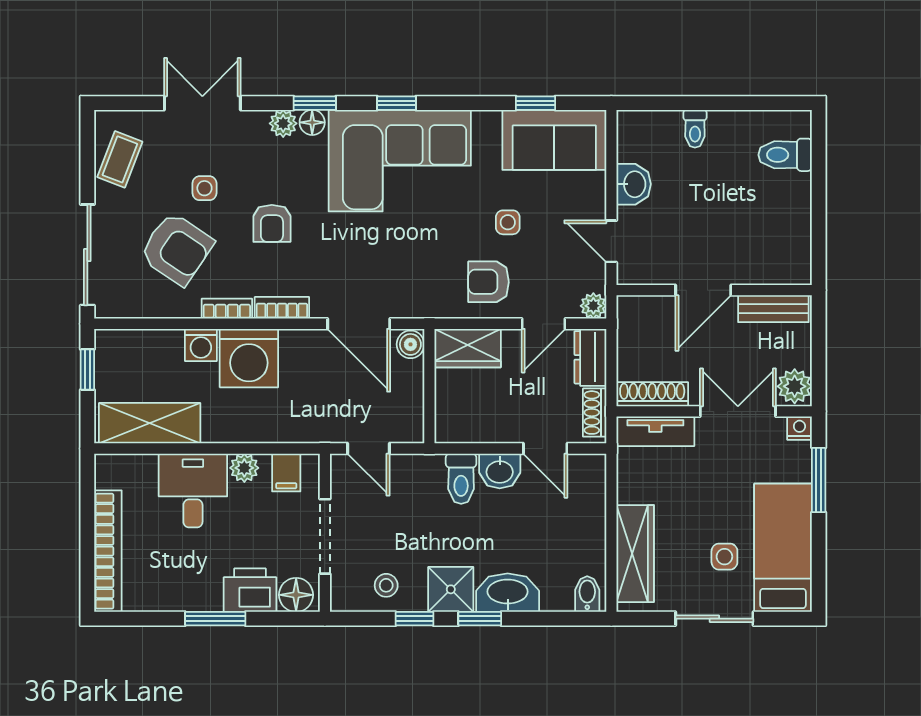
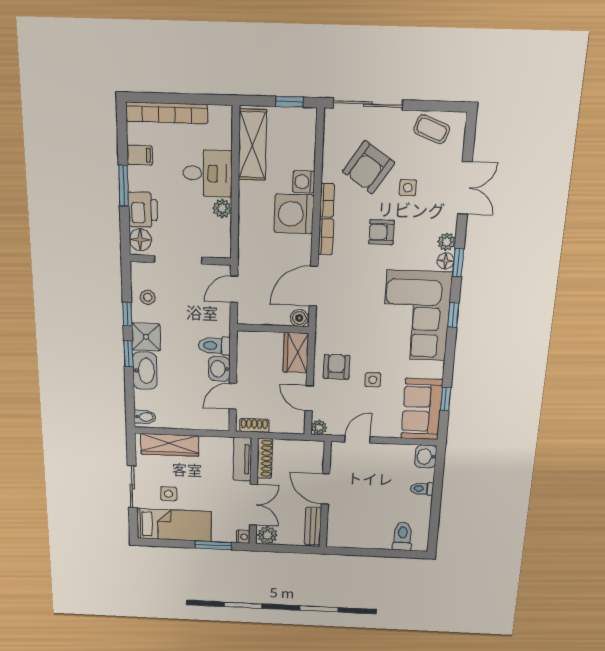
washbasin: (634, 184) -> (426, 457), moved, turned 90
dresser: (590, 357) -> (288, 424), removed
filing cabinet: (286, 472) -> (140, 155), moved, turned 180

